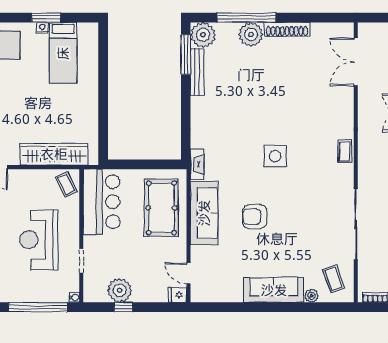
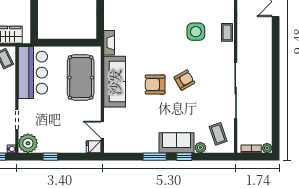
side table: (275, 156) -> (196, 32), moved
armchair: (291, 211) -> (184, 80), added
plant: (120, 290) -> (28, 143), moved
sofa: (274, 290) -> (176, 143), width x0.73
window: (254, 307) -> (155, 157), added
window: (291, 307) -> (184, 157), added

